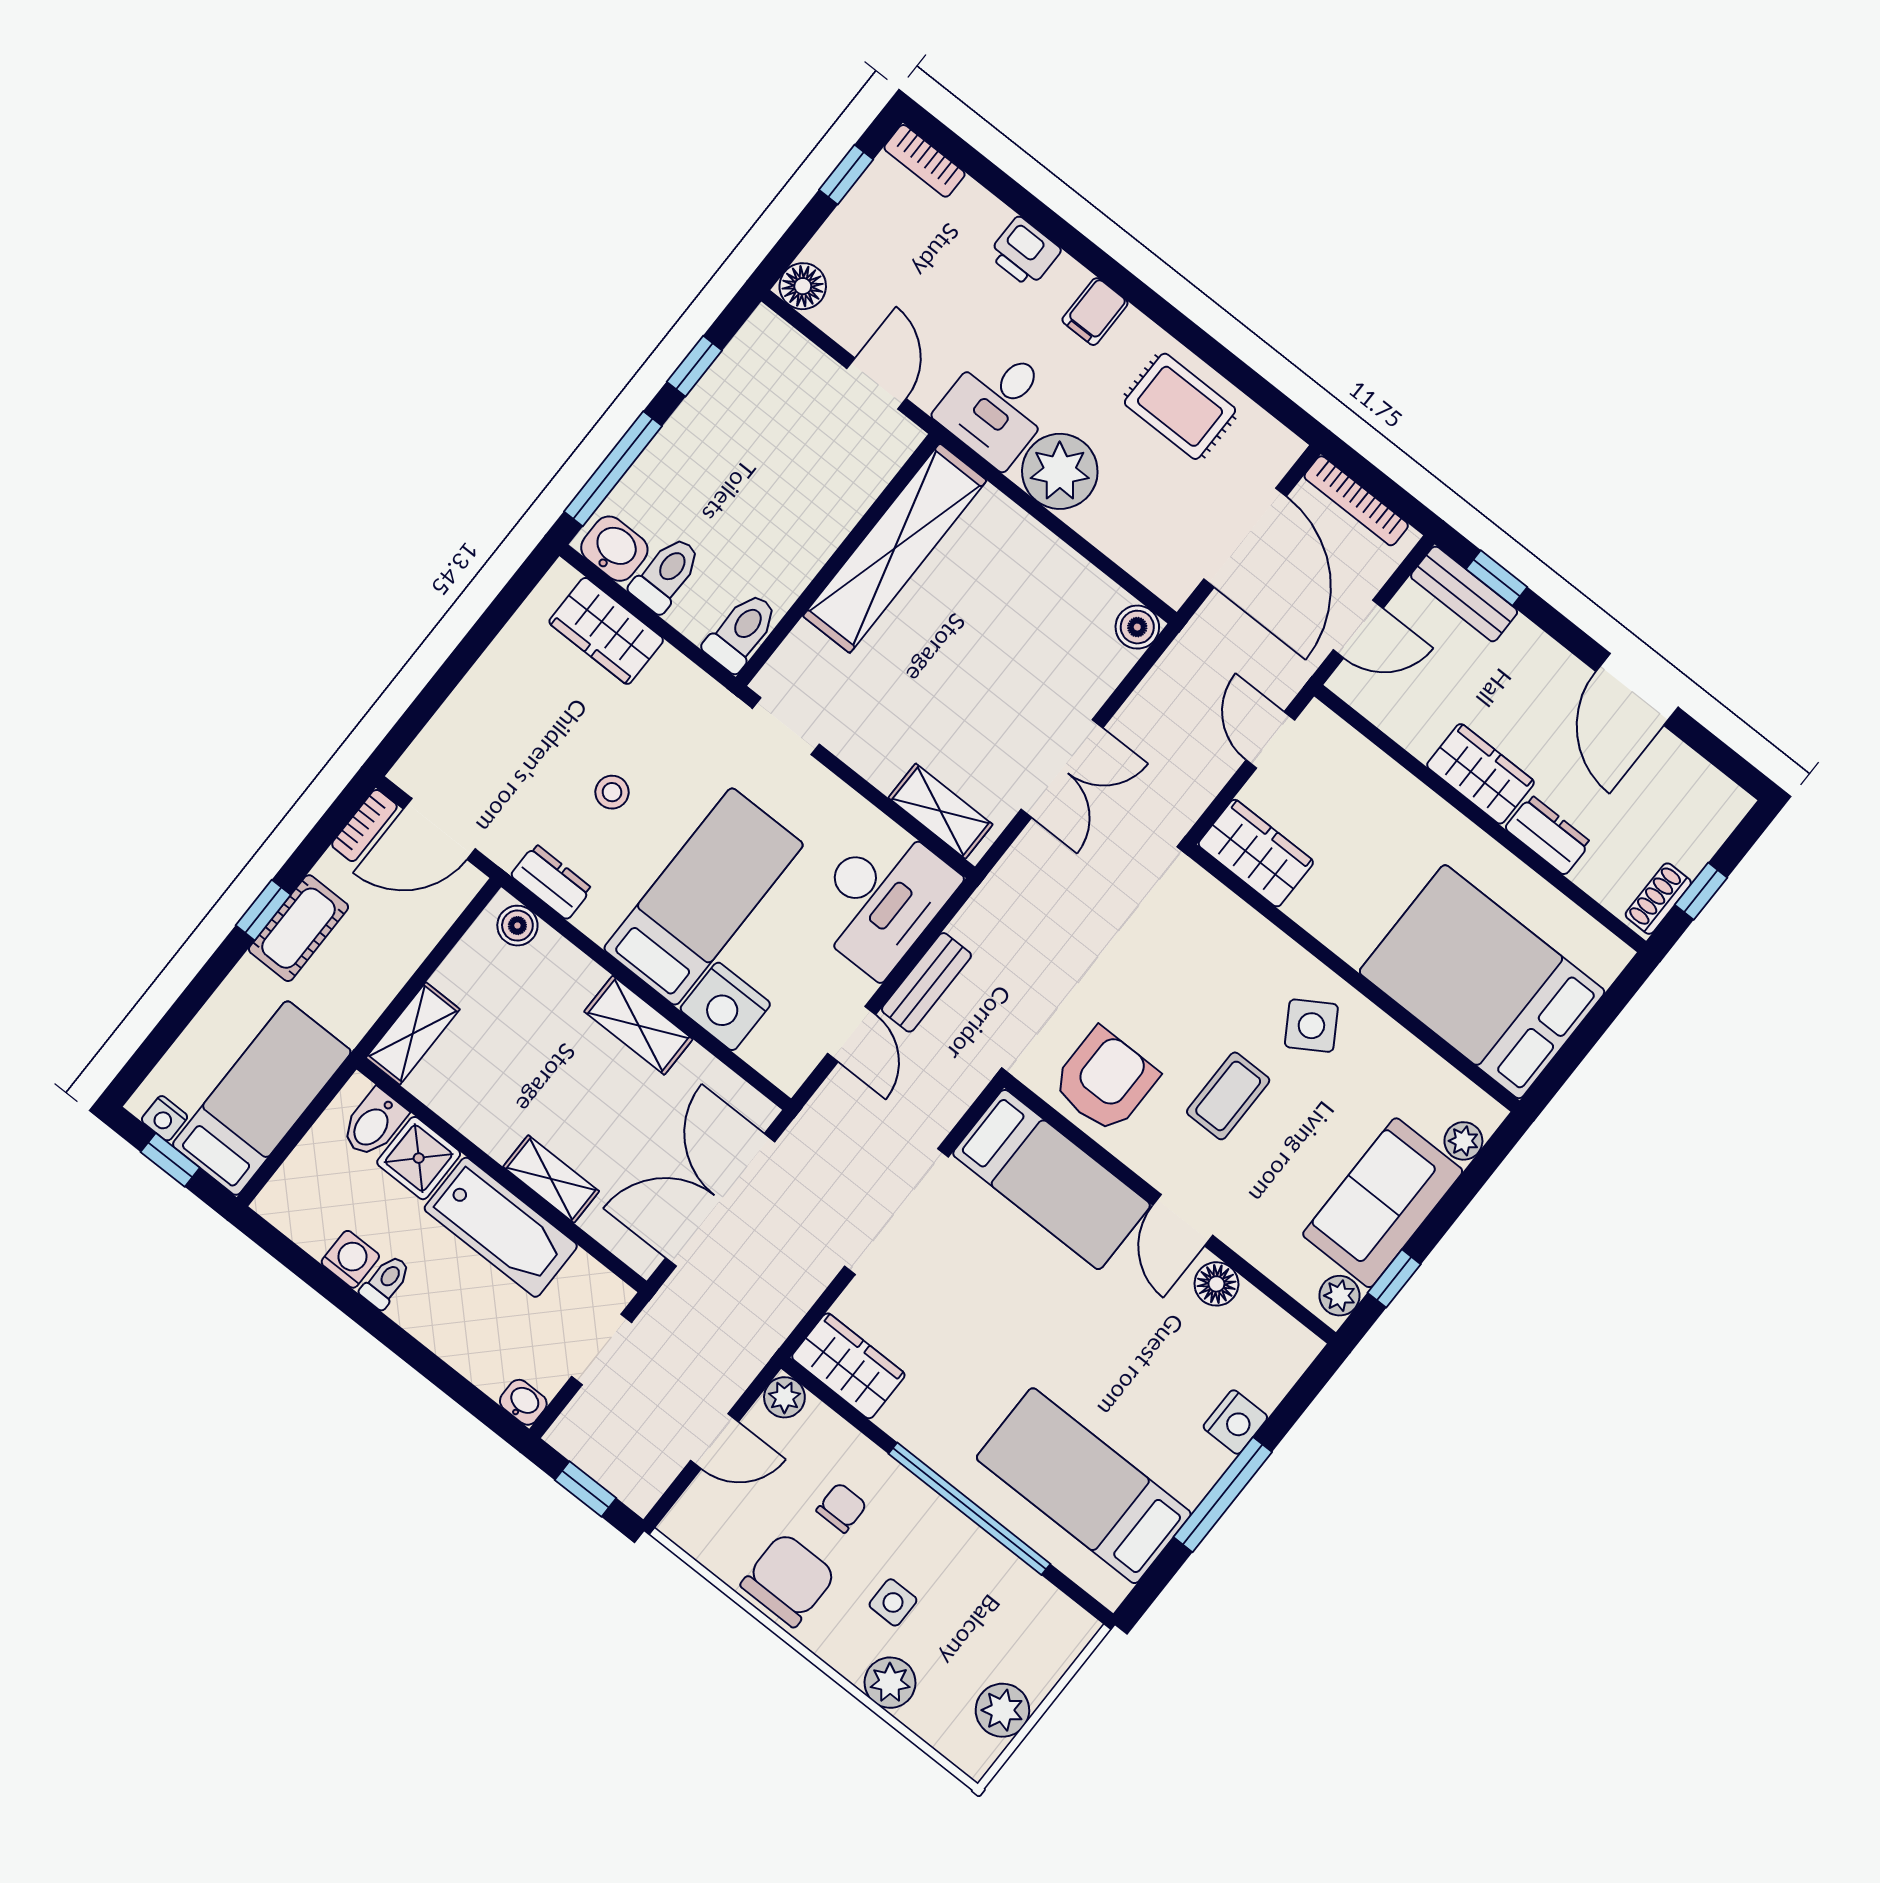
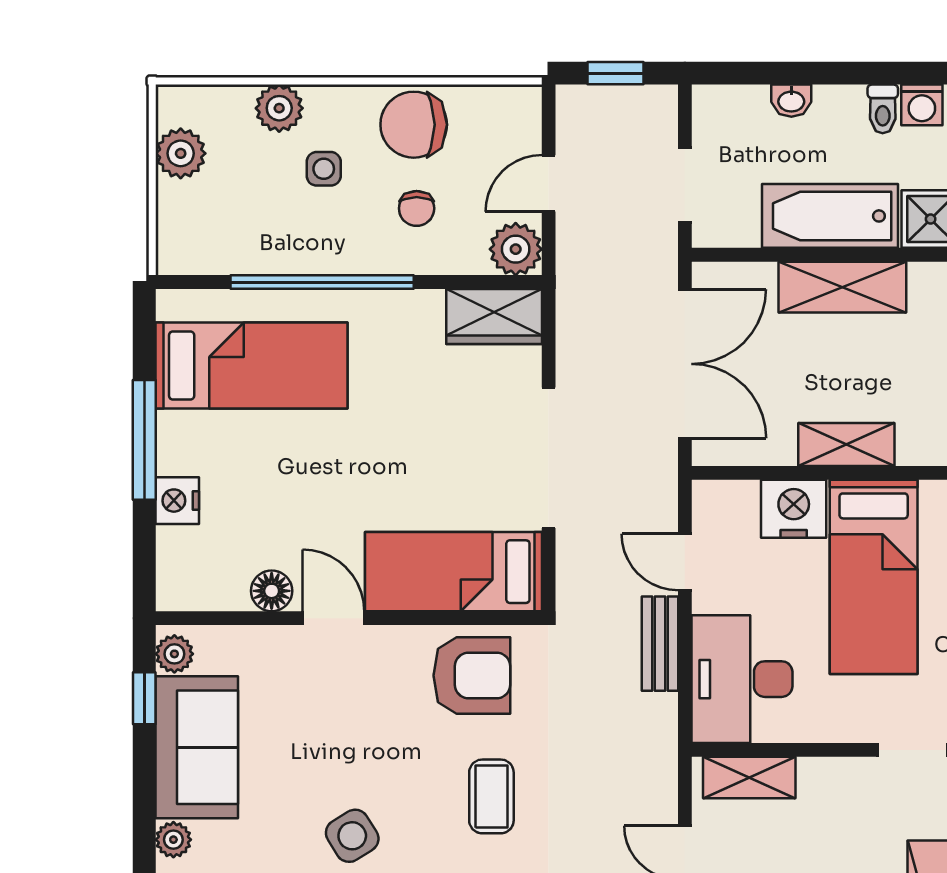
armchair: (1105, 1080) -> (472, 676), turned -90
coffee table: (1228, 1096) -> (491, 796), moved
shelving: (551, 1179) -> (842, 287), width x1.50, depth x1.33
plant: (784, 1397) -> (516, 249), width x1.38, depth x1.38
washbasin: (523, 1402) -> (791, 101), moved
chair: (788, 1580) -> (414, 125), turned 90

